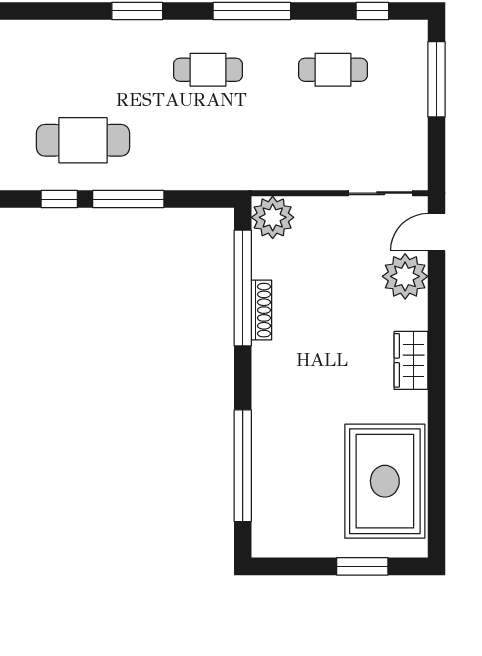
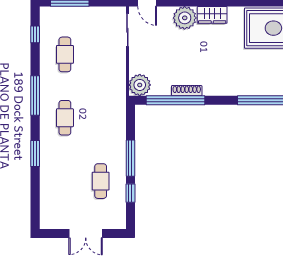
cafe table: (83, 140) -> (101, 181), width x0.73, depth x0.74
plant: (405, 276) -> (185, 18), moved

